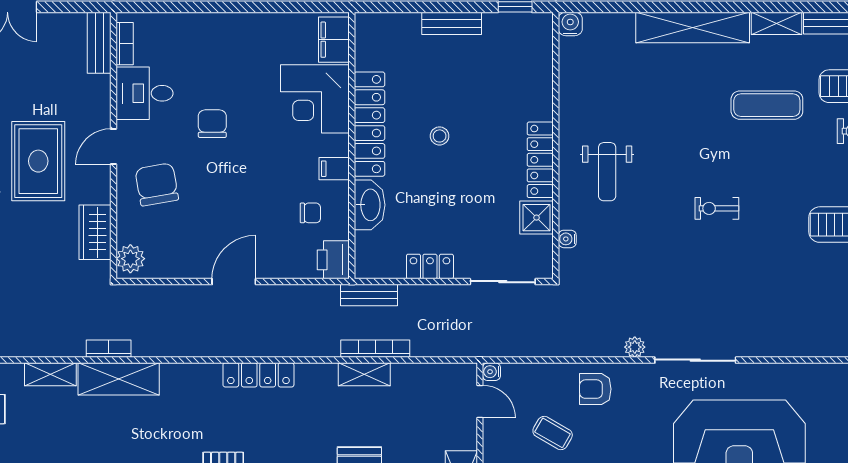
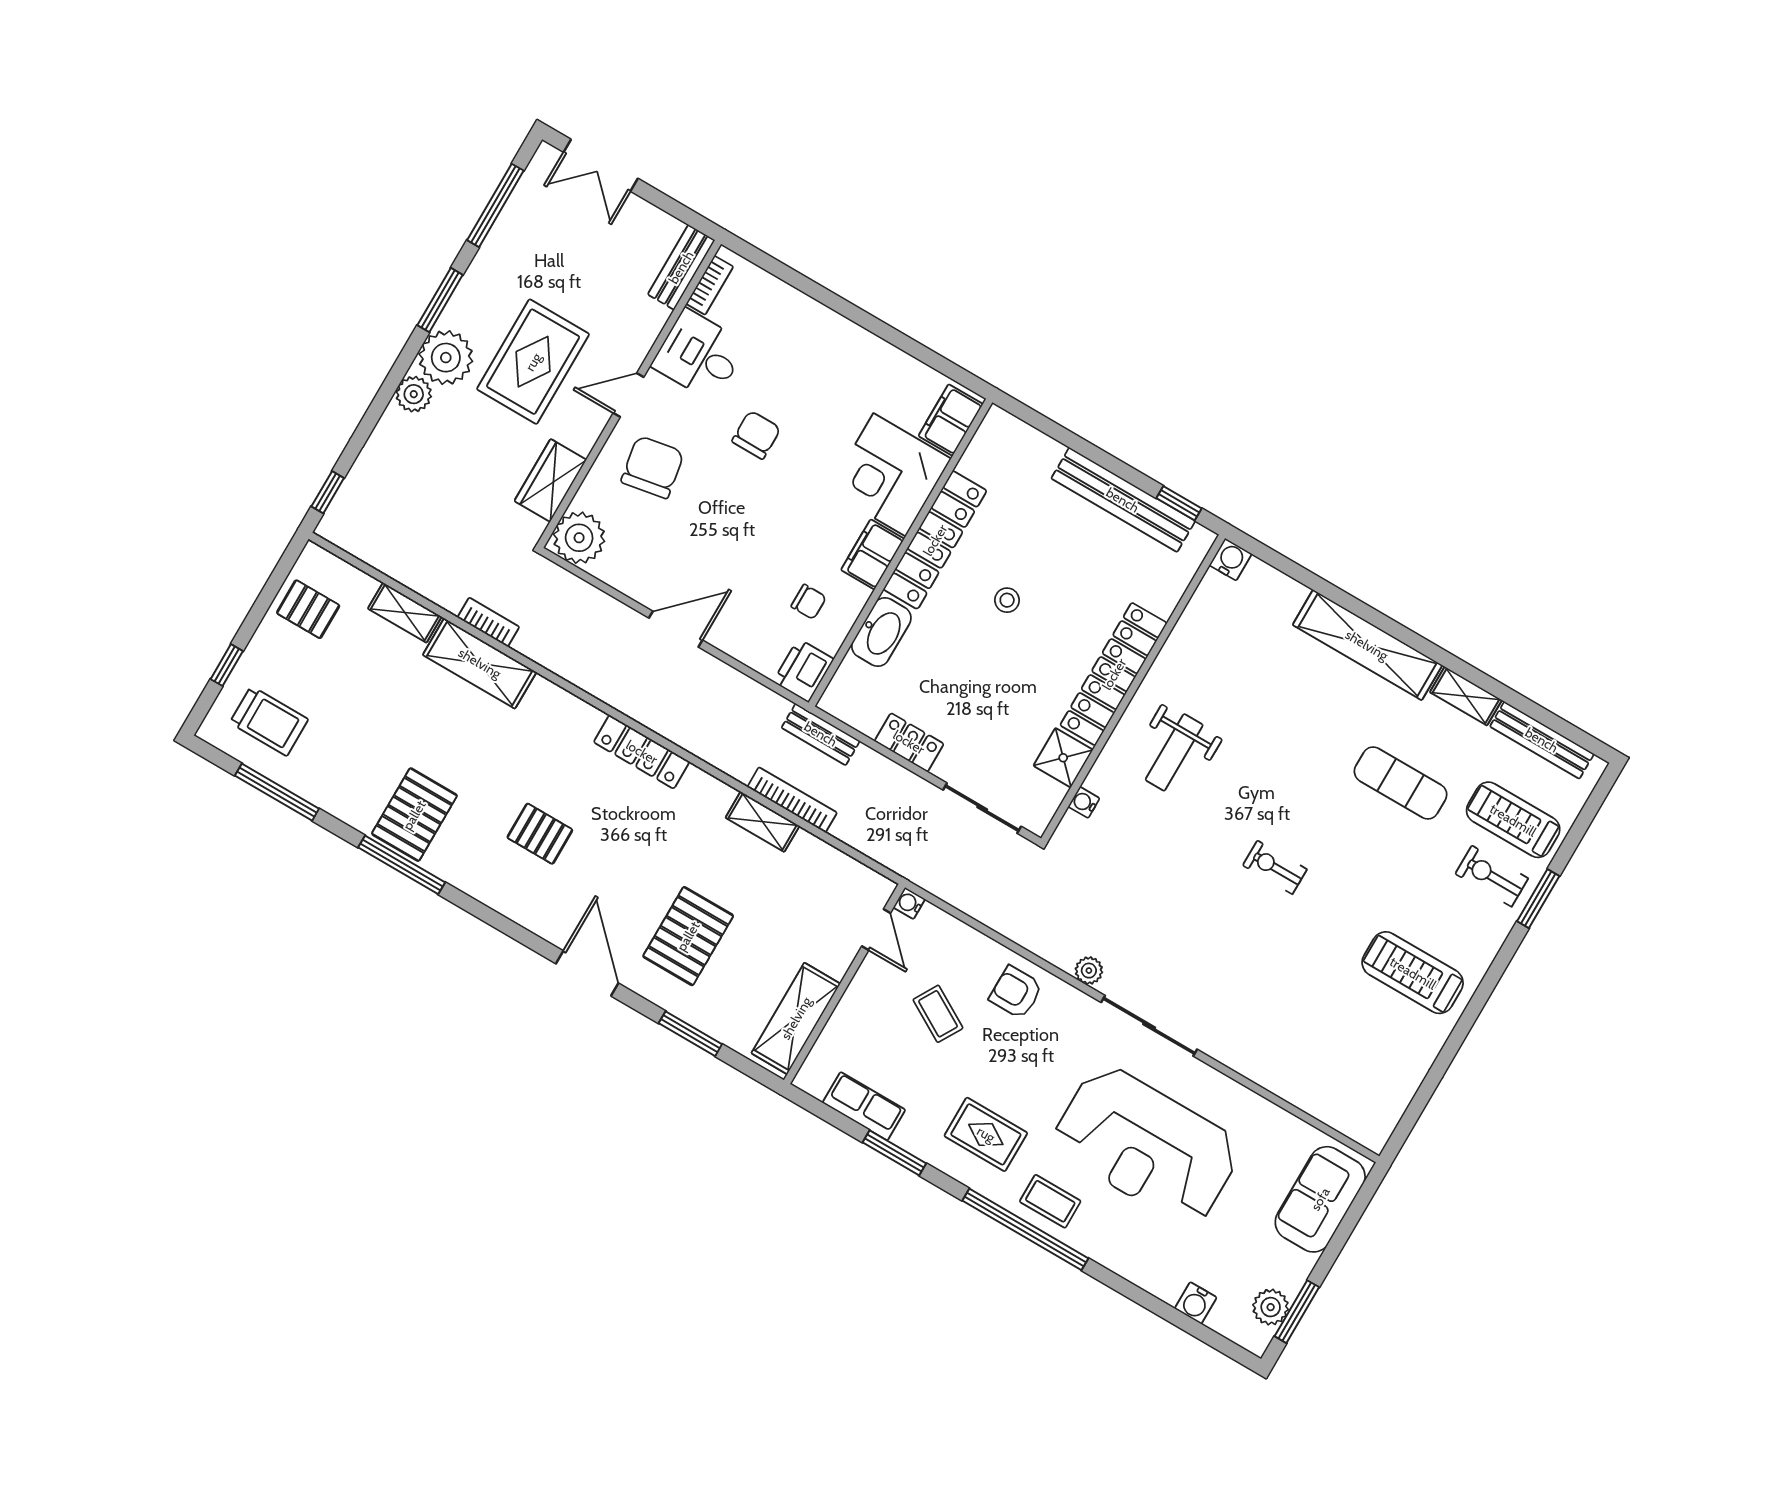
bench: (452, 23) -> (1123, 500), width x1.86, depth x1.21
locker: (540, 160) -> (1114, 674), width x1.41, depth x1.21
filing cabinet: (334, 169) -> (873, 554), width x2.00
plant: (130, 259) -> (579, 538), width x1.36, depth x1.36

